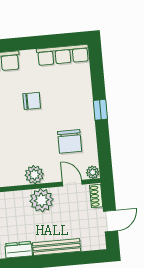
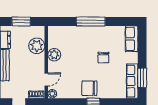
window: (57, 41) -> (142, 78), added
chair: (70, 141) -> (89, 88), moved
plant: (41, 200) -> (37, 46), moved

